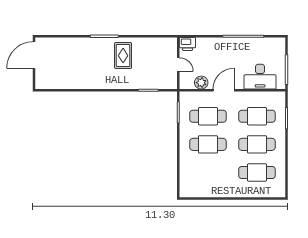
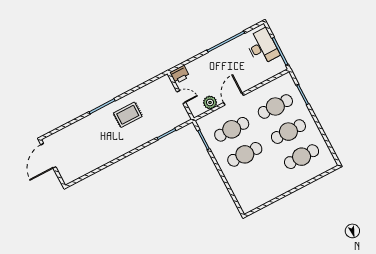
rug: (123, 56) -> (128, 115), turned 90
desk: (260, 77) -> (262, 47), moved, turned -90

